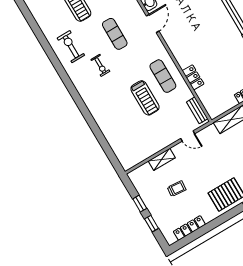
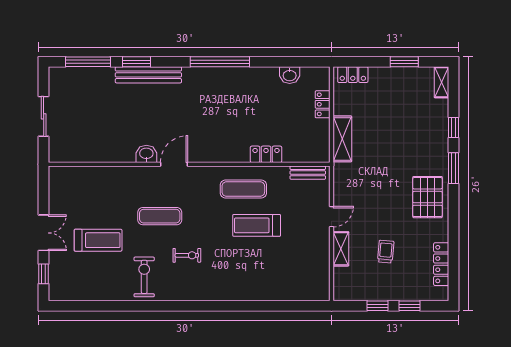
door: (153, 23) -> (174, 164), hinge flipped
exercise bike: (71, 47) -> (144, 277), turned 90
treadmill: (145, 98) -> (257, 225), turned 180
door: (188, 136) -> (331, 217), moved

